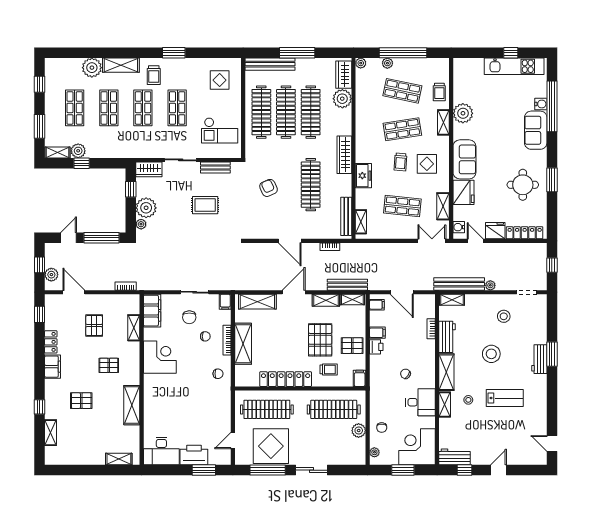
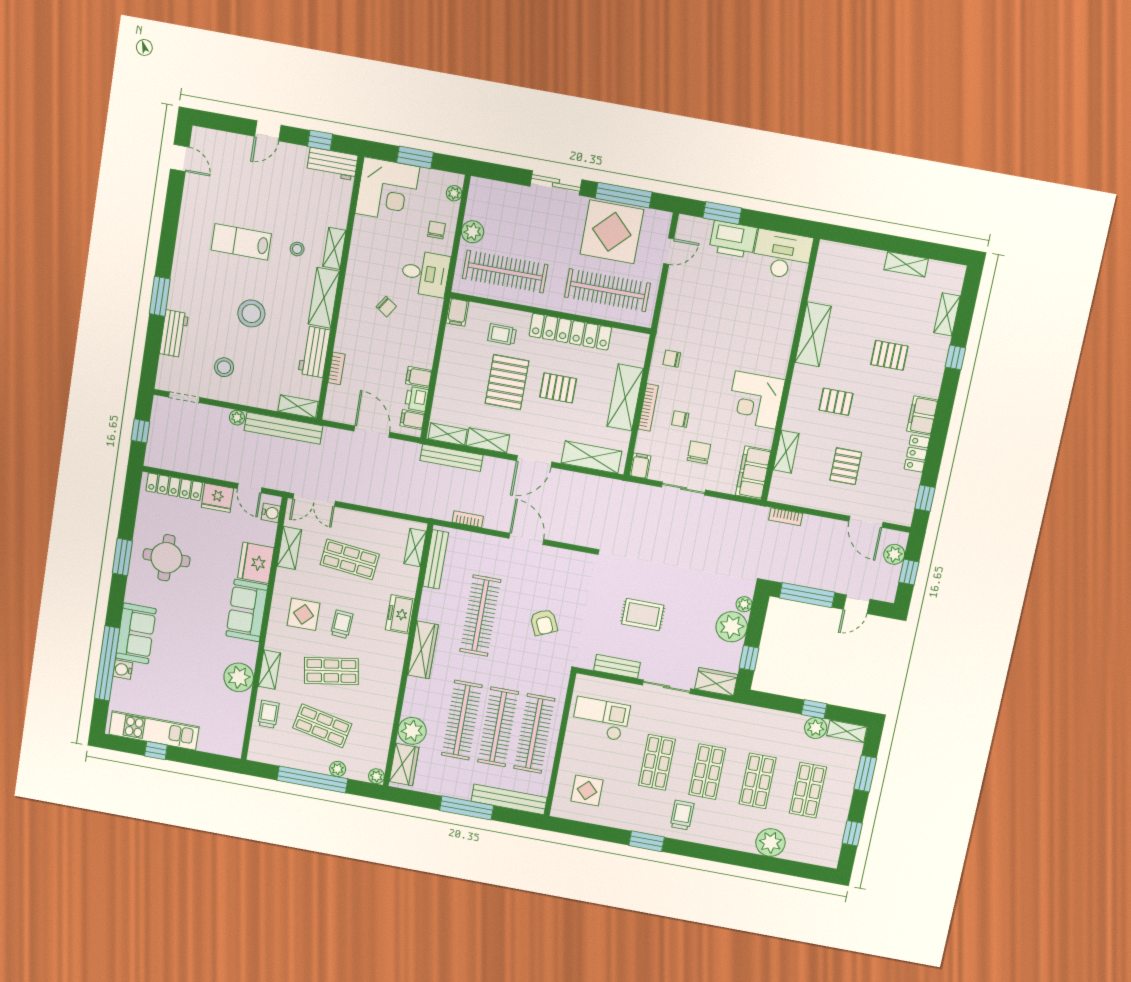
shelving: (121, 65) -> (727, 838), removed
pallet: (352, 346) -> (558, 388), moved
printer: (376, 347) -> (417, 399), moved
workbench: (539, 359) -> (174, 334), moved
desk: (420, 402) -> (425, 274), moved, turned 180
shelving: (119, 459) -> (906, 264), moved

